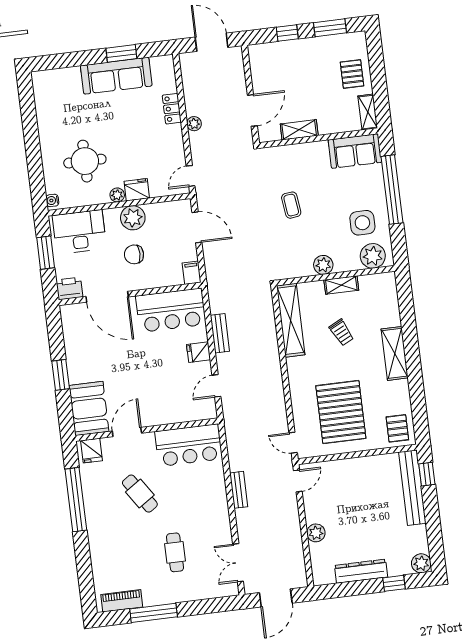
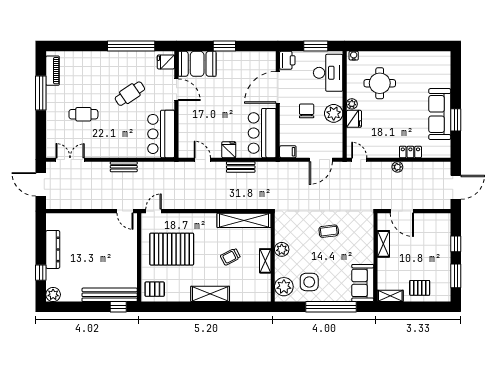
plant: (316, 533) -> (85, 220), removed

